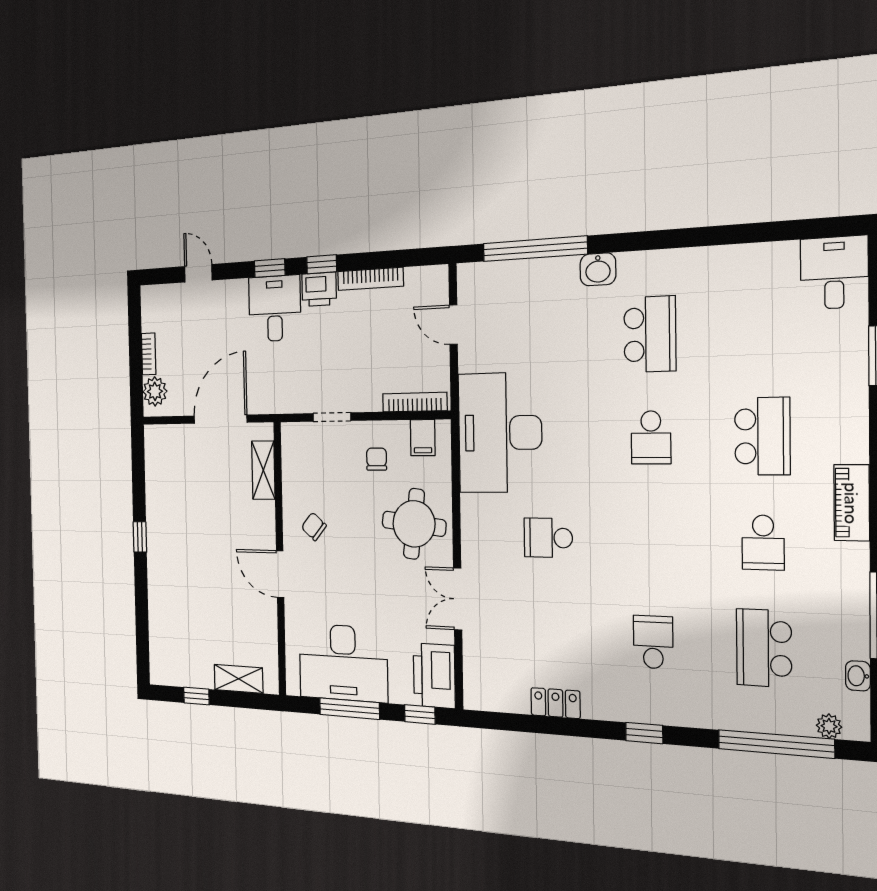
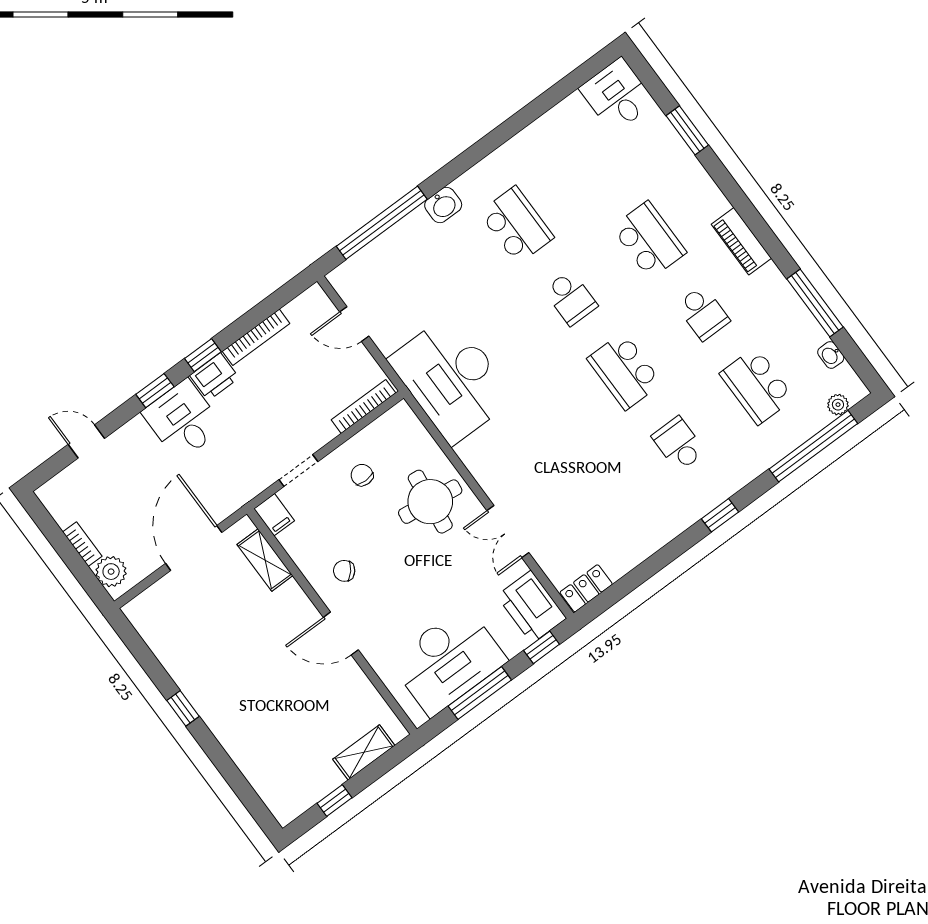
filing cabinet: (423, 438) -> (274, 515), moved
school desk: (548, 538) -> (625, 371), moved, width x1.85
locker: (555, 703) -> (586, 588), moved

